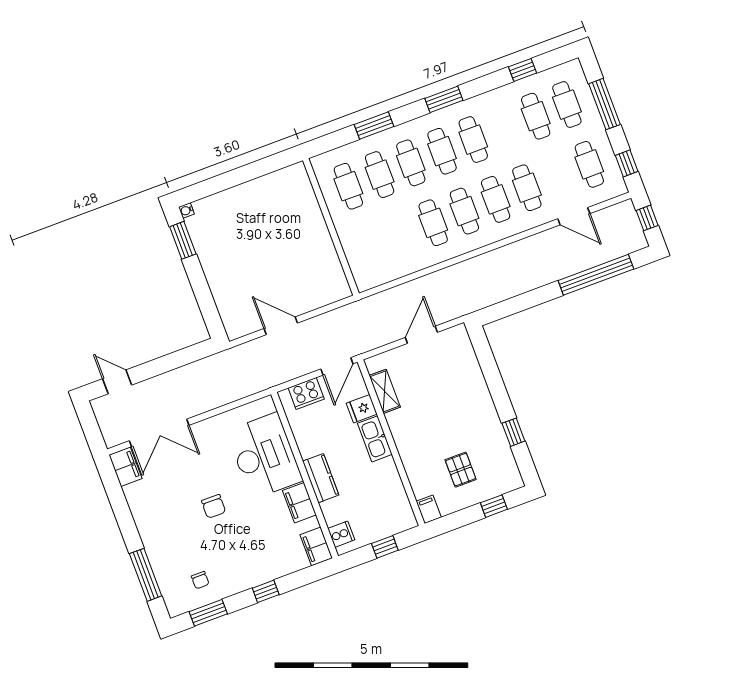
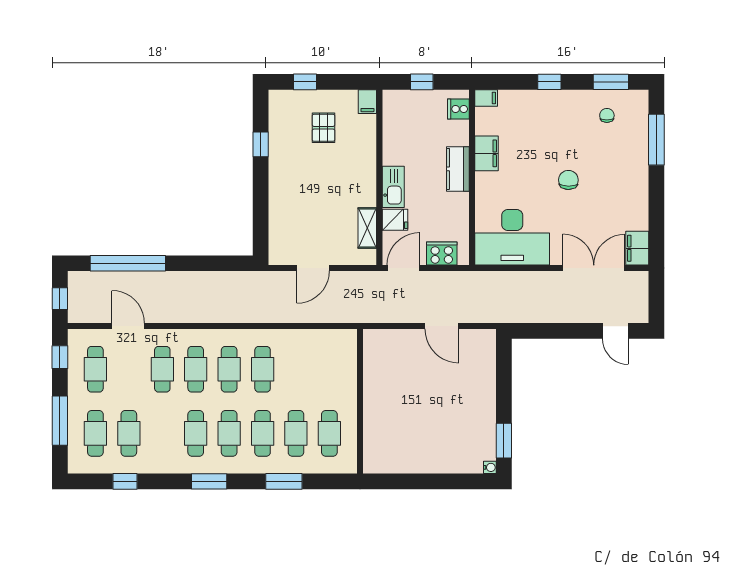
desk: (264, 456) -> (512, 237), moved, turned -90
filing cabinet: (316, 546) -> (486, 98), width x0.50

